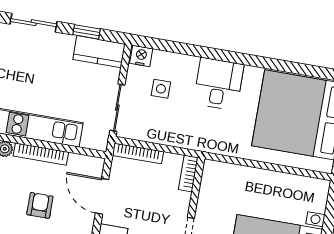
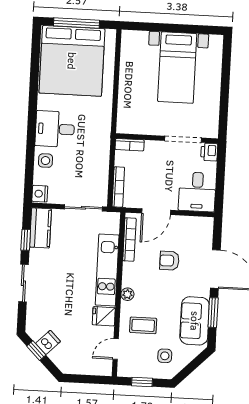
side table: (161, 89) -> (46, 161), moved
bookcase: (41, 154) -> (129, 240), moved

